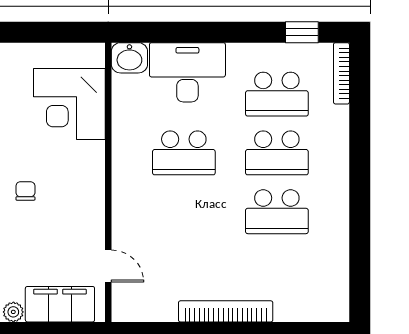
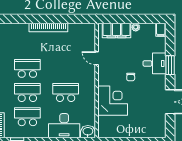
corner desk: (69, 104) -> (113, 101), moved
door: (108, 266) -> (97, 58), moved

